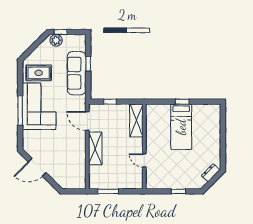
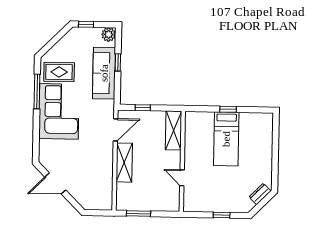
plant: (56, 40) -> (109, 34), moved
window: (20, 111) -> (37, 91), moved
door: (87, 121) -> (115, 130), swing flipped

